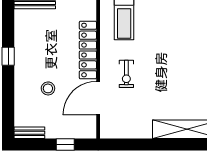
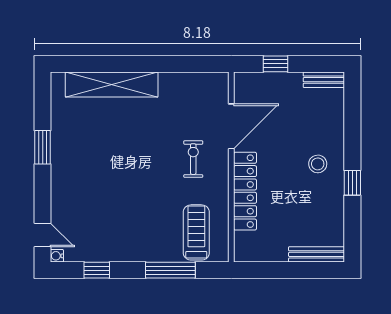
stool: (48, 88) -> (318, 164), moved

